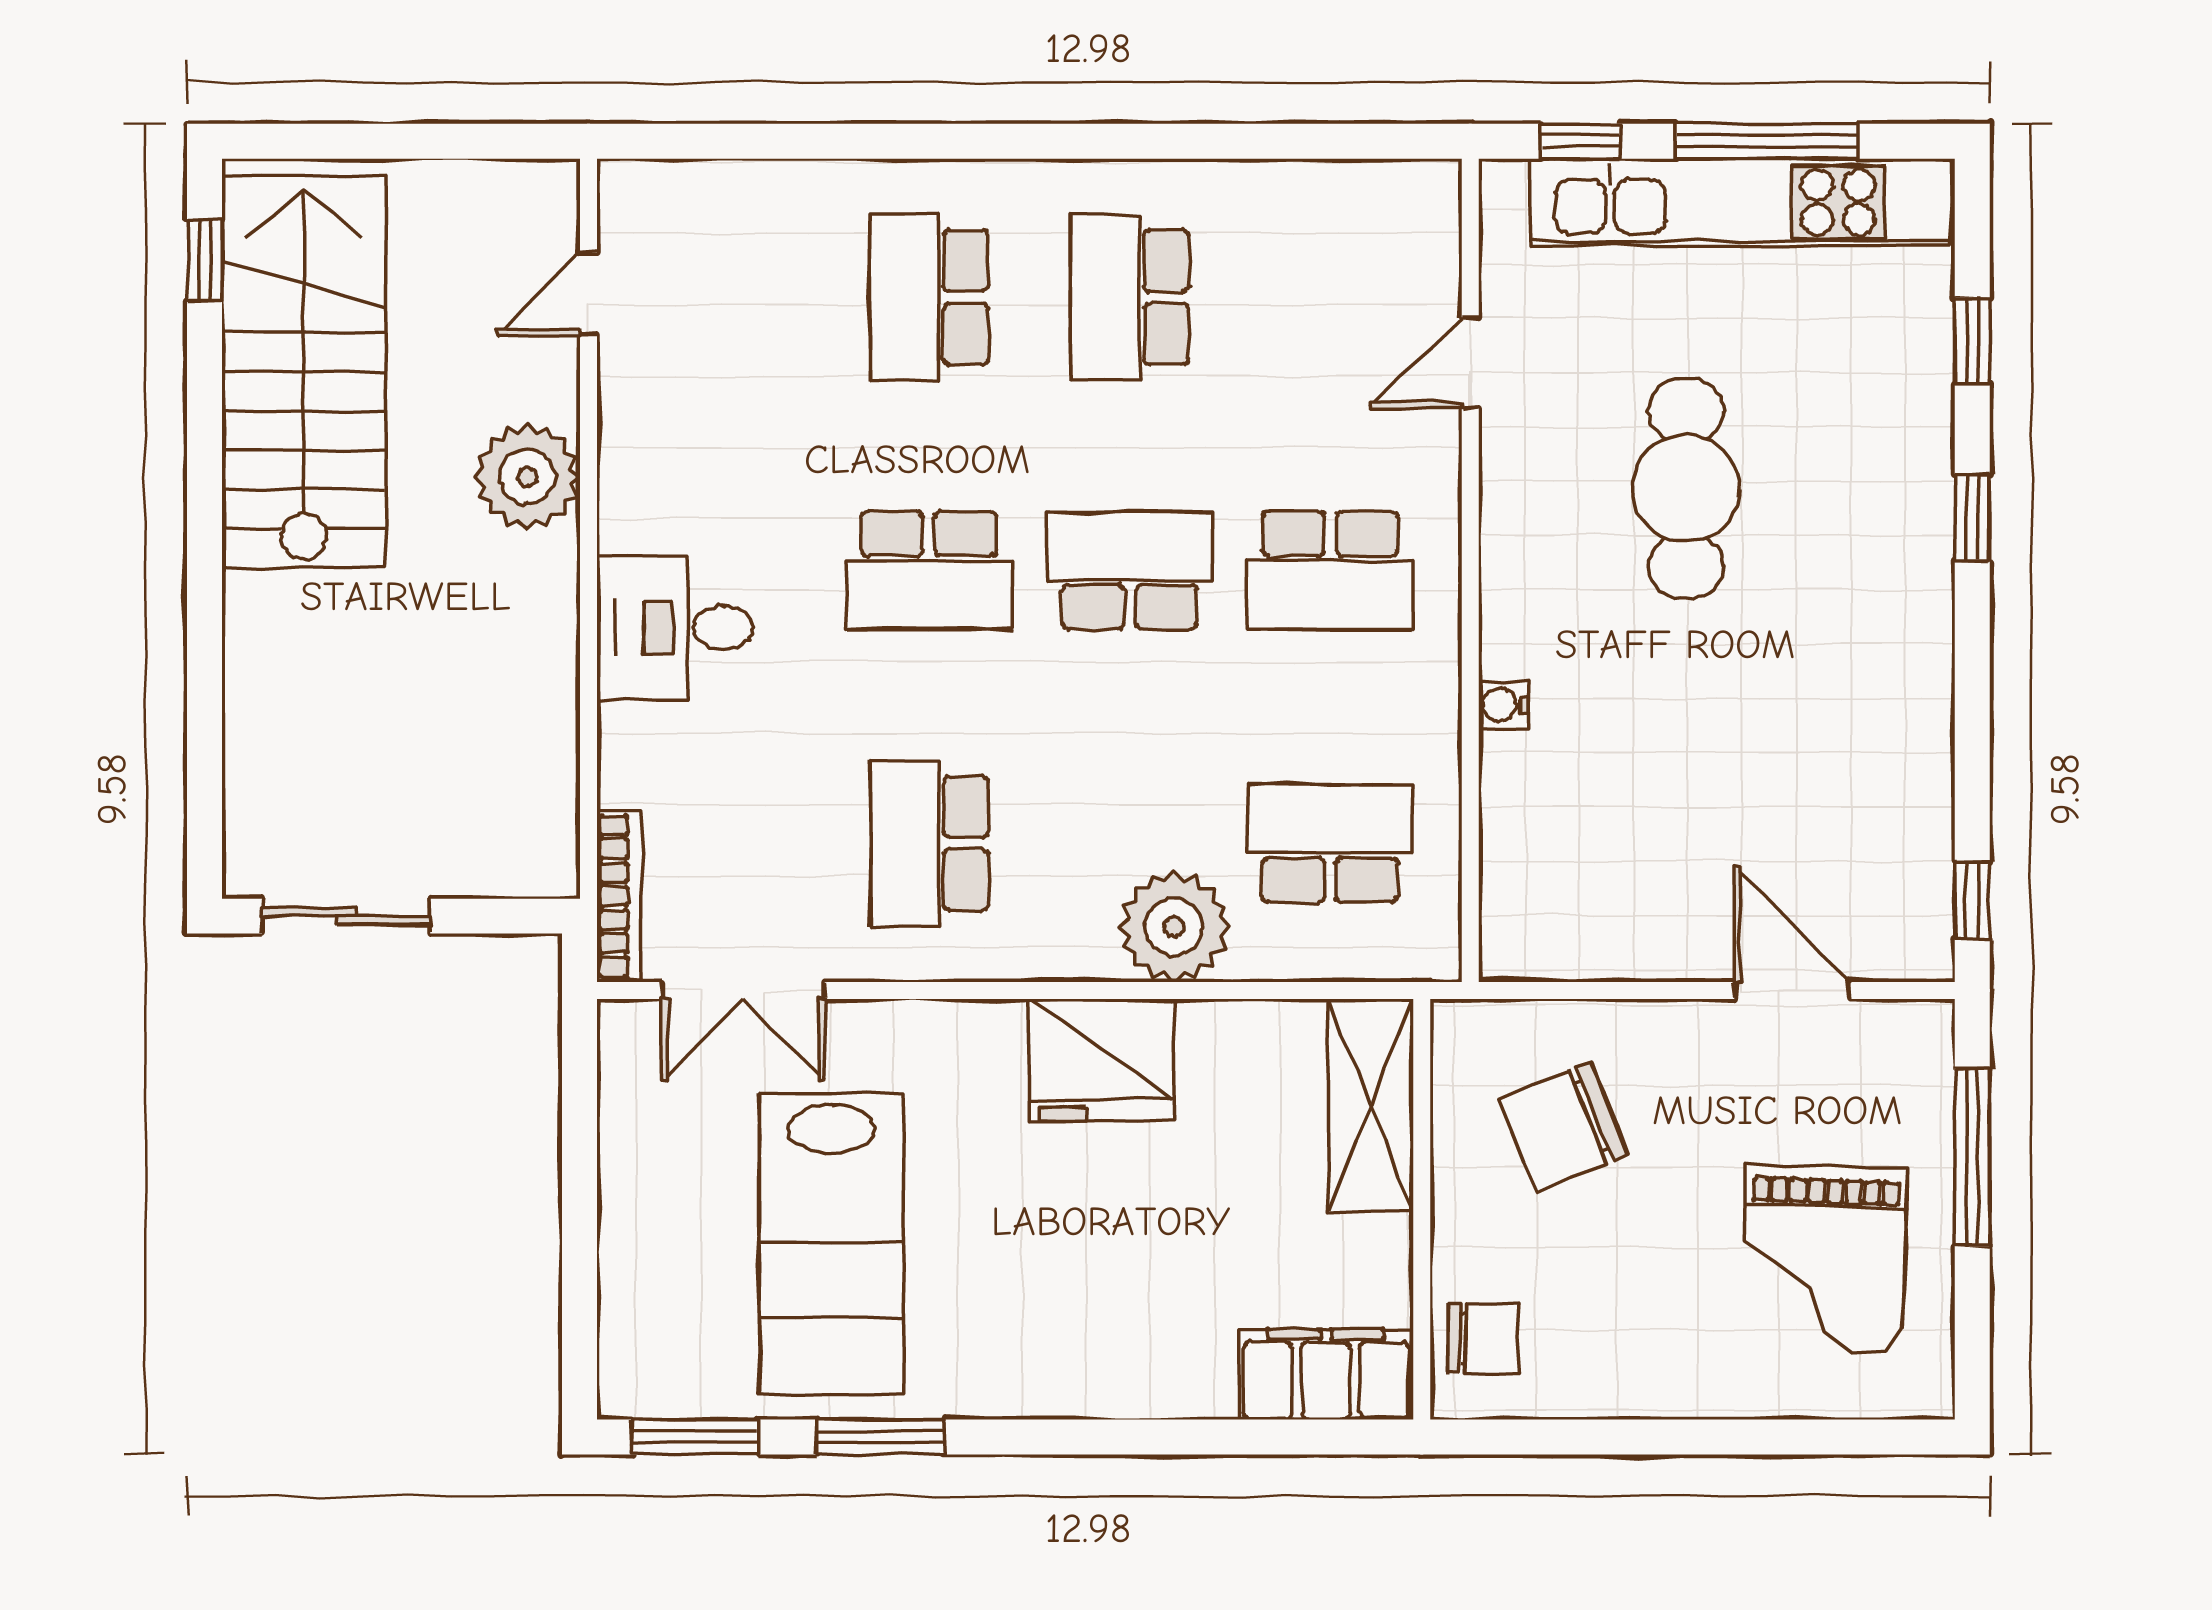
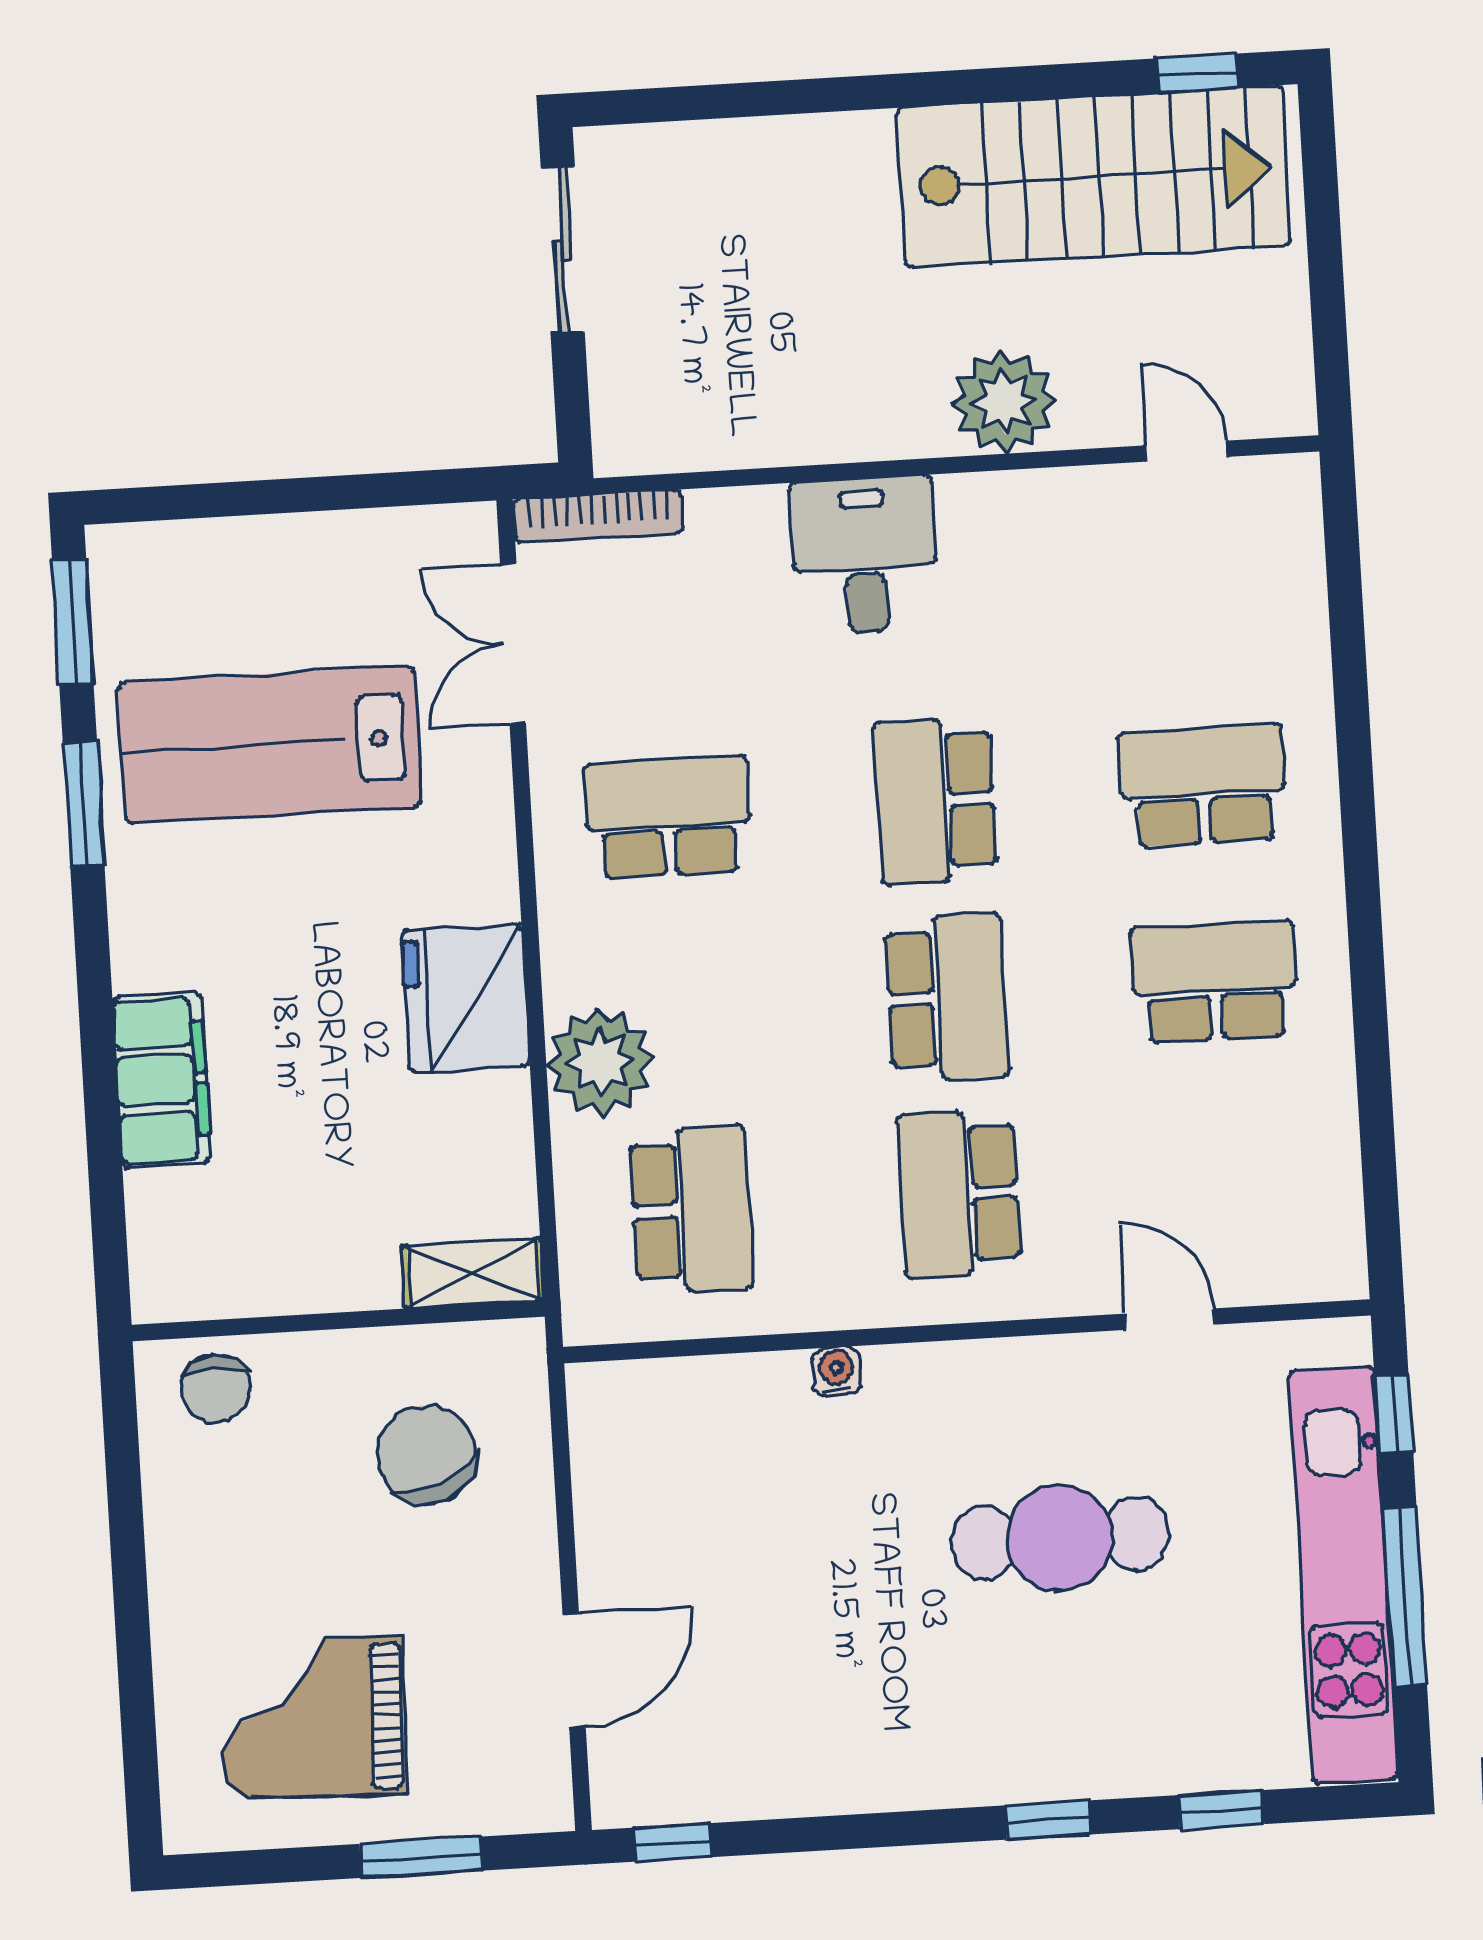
shelving: (1371, 1105) -> (473, 1273), width x0.67, depth x0.75
window: (1972, 1157) -> (421, 1857), width x0.69
filing cabinet: (1326, 1374) -> (162, 1080), moved

